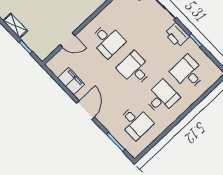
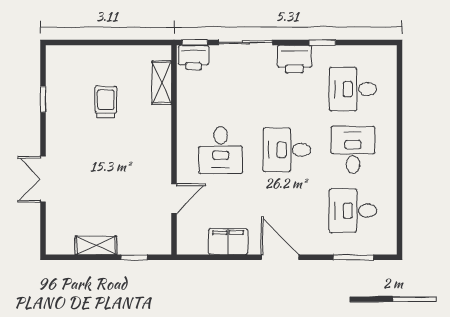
desk: (108, 40) -> (221, 150), turned 90
desk: (135, 122) -> (353, 211), turned 180

